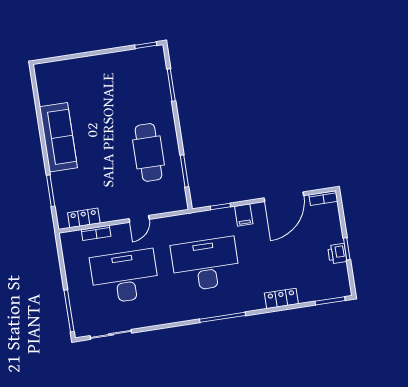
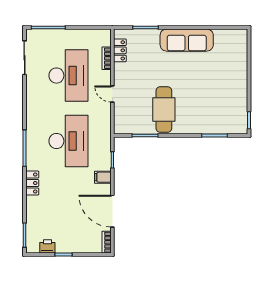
cafe table: (149, 152) -> (164, 110), turned 90
printer: (337, 254) -> (47, 246), moved
locker: (281, 298) -> (32, 183), moved

